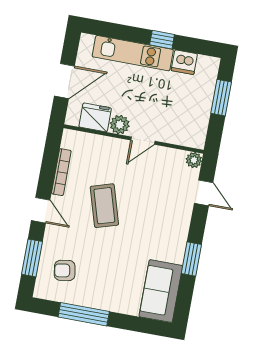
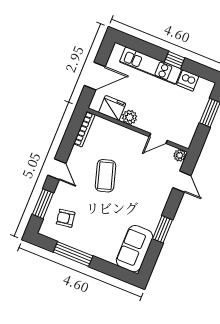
door: (143, 141) -> (158, 139), moved
bookcase: (61, 172) -> (84, 129), moved

